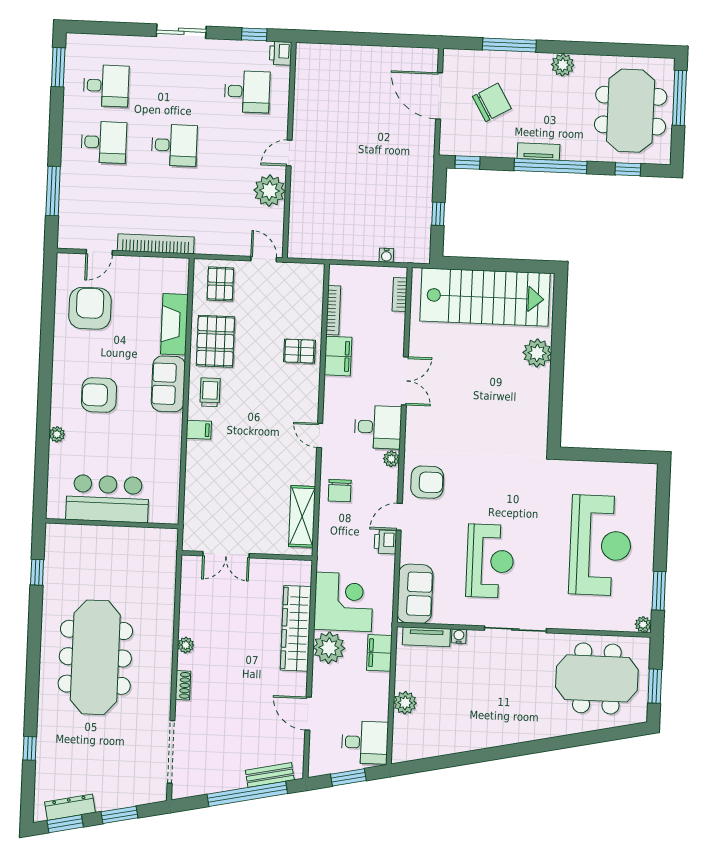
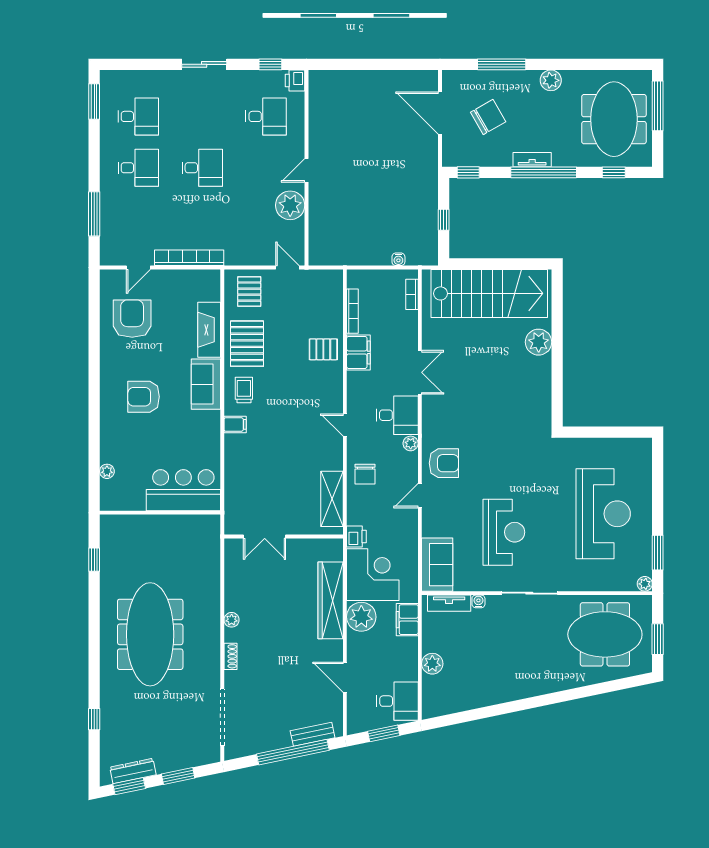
plant: (57, 434) -> (107, 471), moved
bar counter: (107, 499) -> (183, 490), moved
printer: (385, 542) -> (356, 536), moved, turned 180

